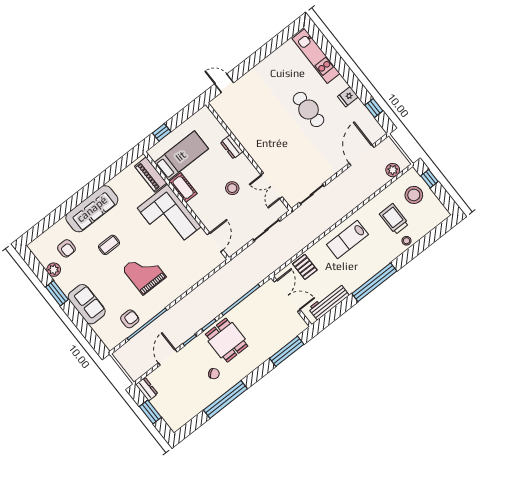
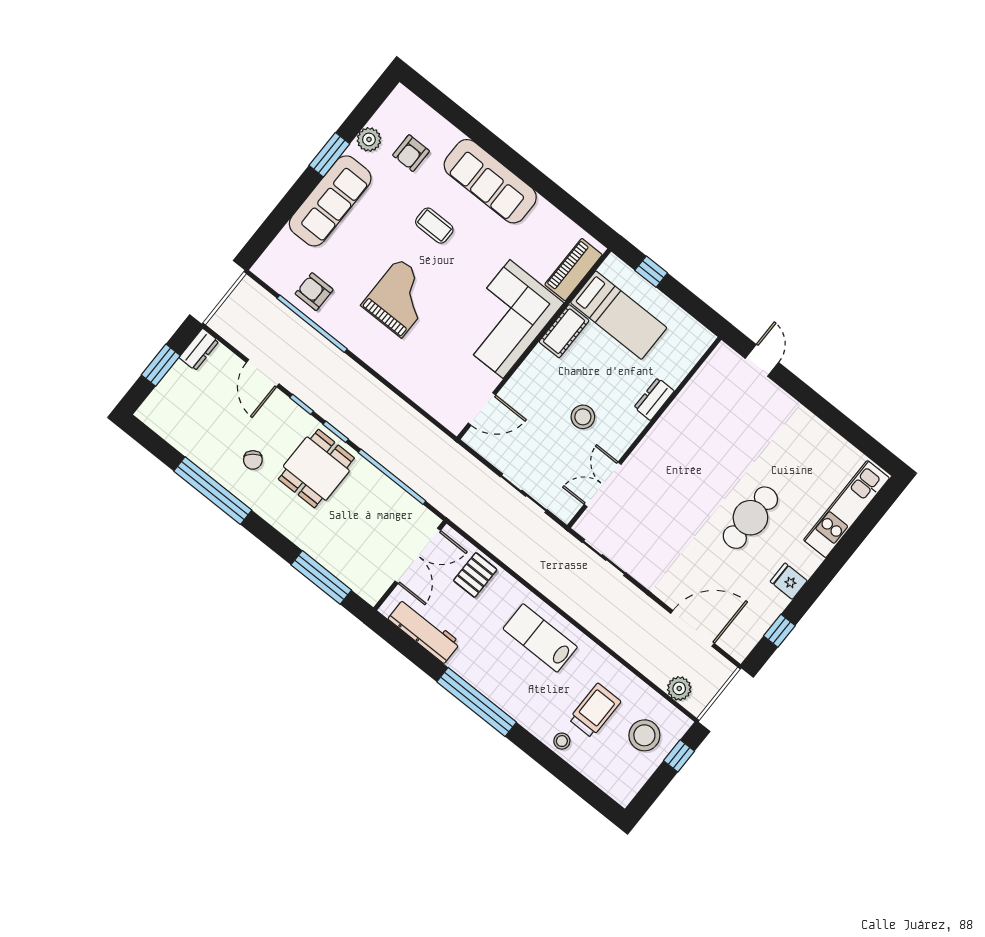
sofa: (87, 304) -> (330, 201), width x1.36
armchair: (130, 319) -> (314, 292), turned 180
door: (168, 357) -> (263, 373), swing flipped

